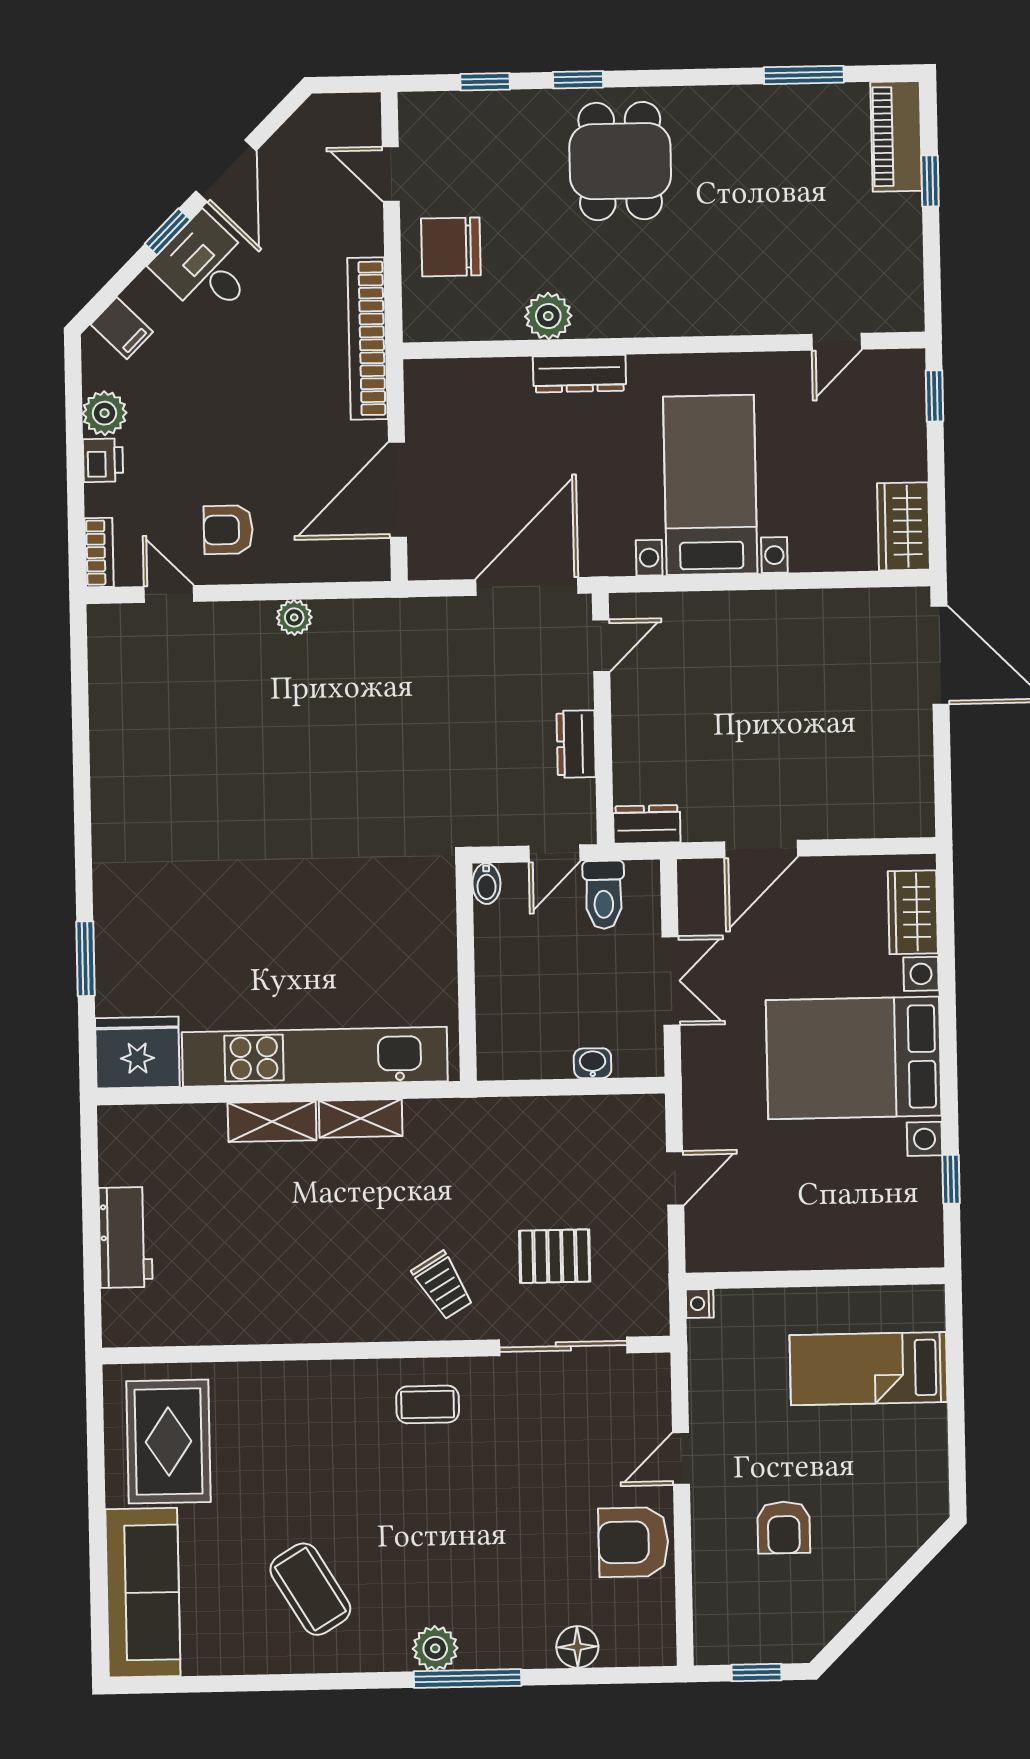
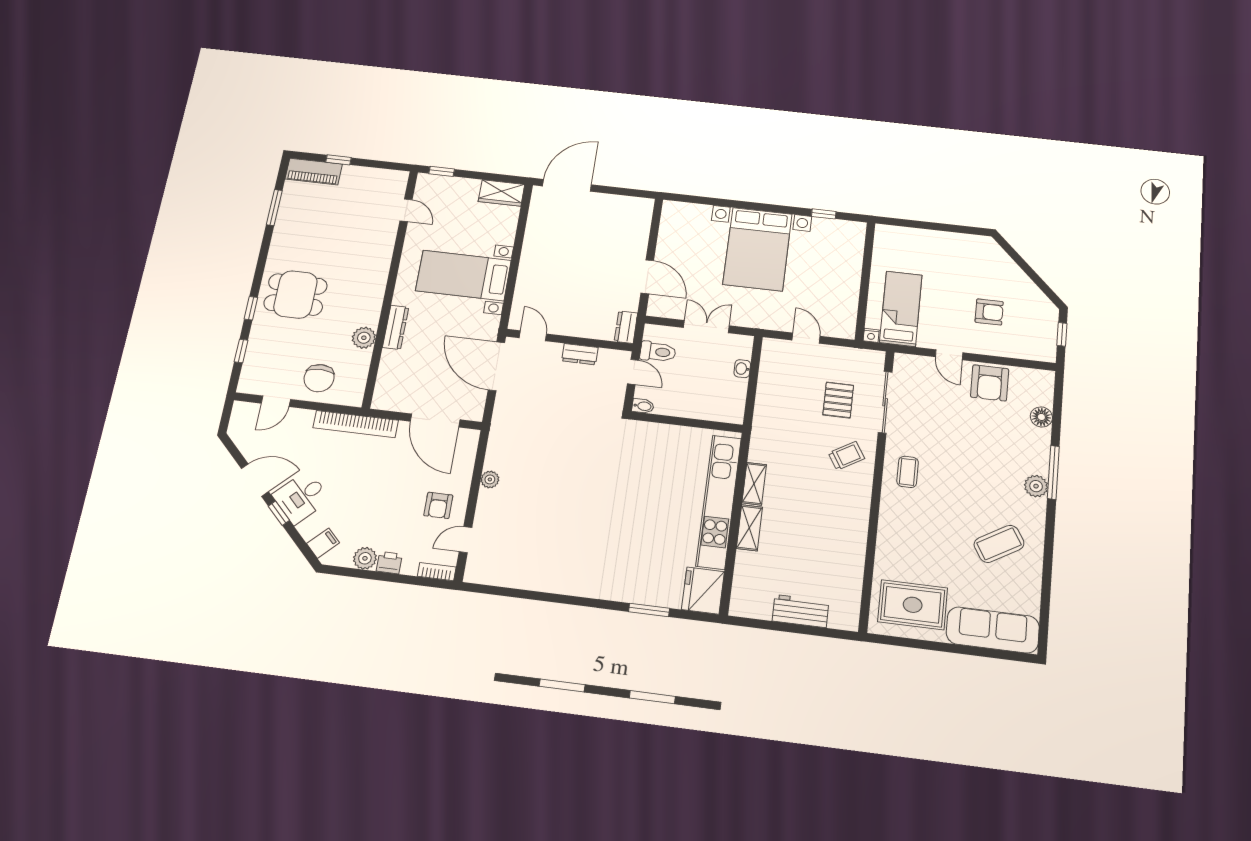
wardrobe: (913, 912) -> (690, 214), removed
bed: (868, 1369) -> (901, 309), moved, turned 180

